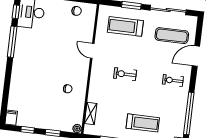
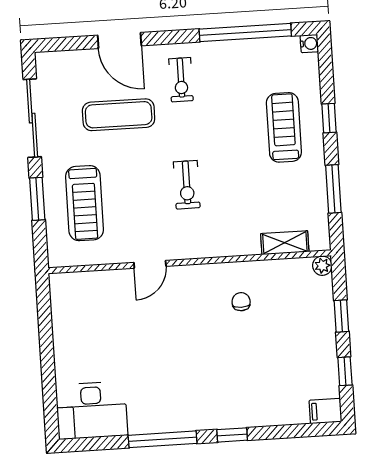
chair: (77, 11) -> (71, 314), removed
window: (16, 12) -> (232, 435), moved
exercise mat: (172, 36) -> (119, 115), moved, turned 90

